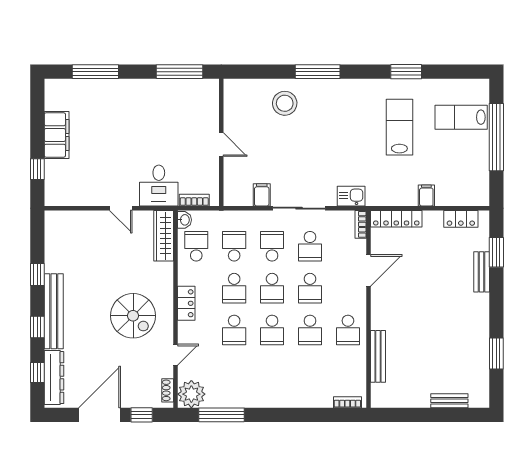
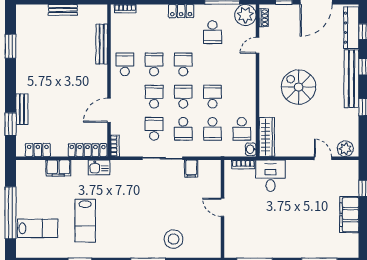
kitchen sink: (351, 196) -> (99, 168), moved
filing cabinet: (426, 196) -> (58, 168), width x2.00
door: (121, 208) -> (323, 158), moved
plant: (62, 221) -> (345, 149), added
locker: (186, 303) -> (181, 11), moved, turned -90
spiral stairs: (133, 316) -> (299, 87), moved
school desk: (234, 330) -> (212, 32), moved, turned 180
bench: (449, 401) -> (63, 10), moved

